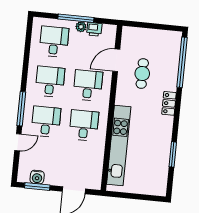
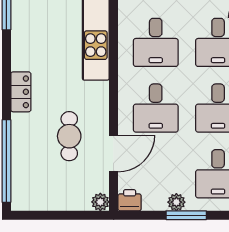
window: (76, 18) -> (186, 215), width x0.69
printer: (94, 29) -> (130, 200), moved
plant: (127, 32) -> (100, 202), added

